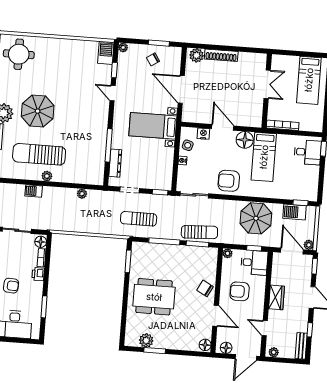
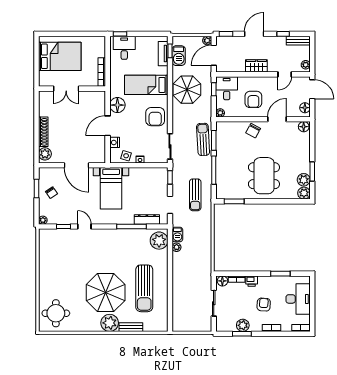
barbecue: (106, 53) -> (49, 235), removed
bed: (309, 80) -> (60, 56), width x1.50
double door: (267, 84) -> (66, 89), swing flipped
door: (181, 89) -> (76, 165), hinge flipped
door: (113, 93) -> (84, 227), swing flipped
parasol: (38, 111) -> (106, 292), width x1.36, depth x1.36
bed: (264, 157) -> (146, 85), moved, turned 180
plant: (47, 176) -> (159, 241), moved, width x1.87, depth x1.87
barbecue: (34, 191) -> (177, 235), moved
tv unit: (298, 195) -> (163, 54), added
plant: (131, 340) -> (304, 193), added

